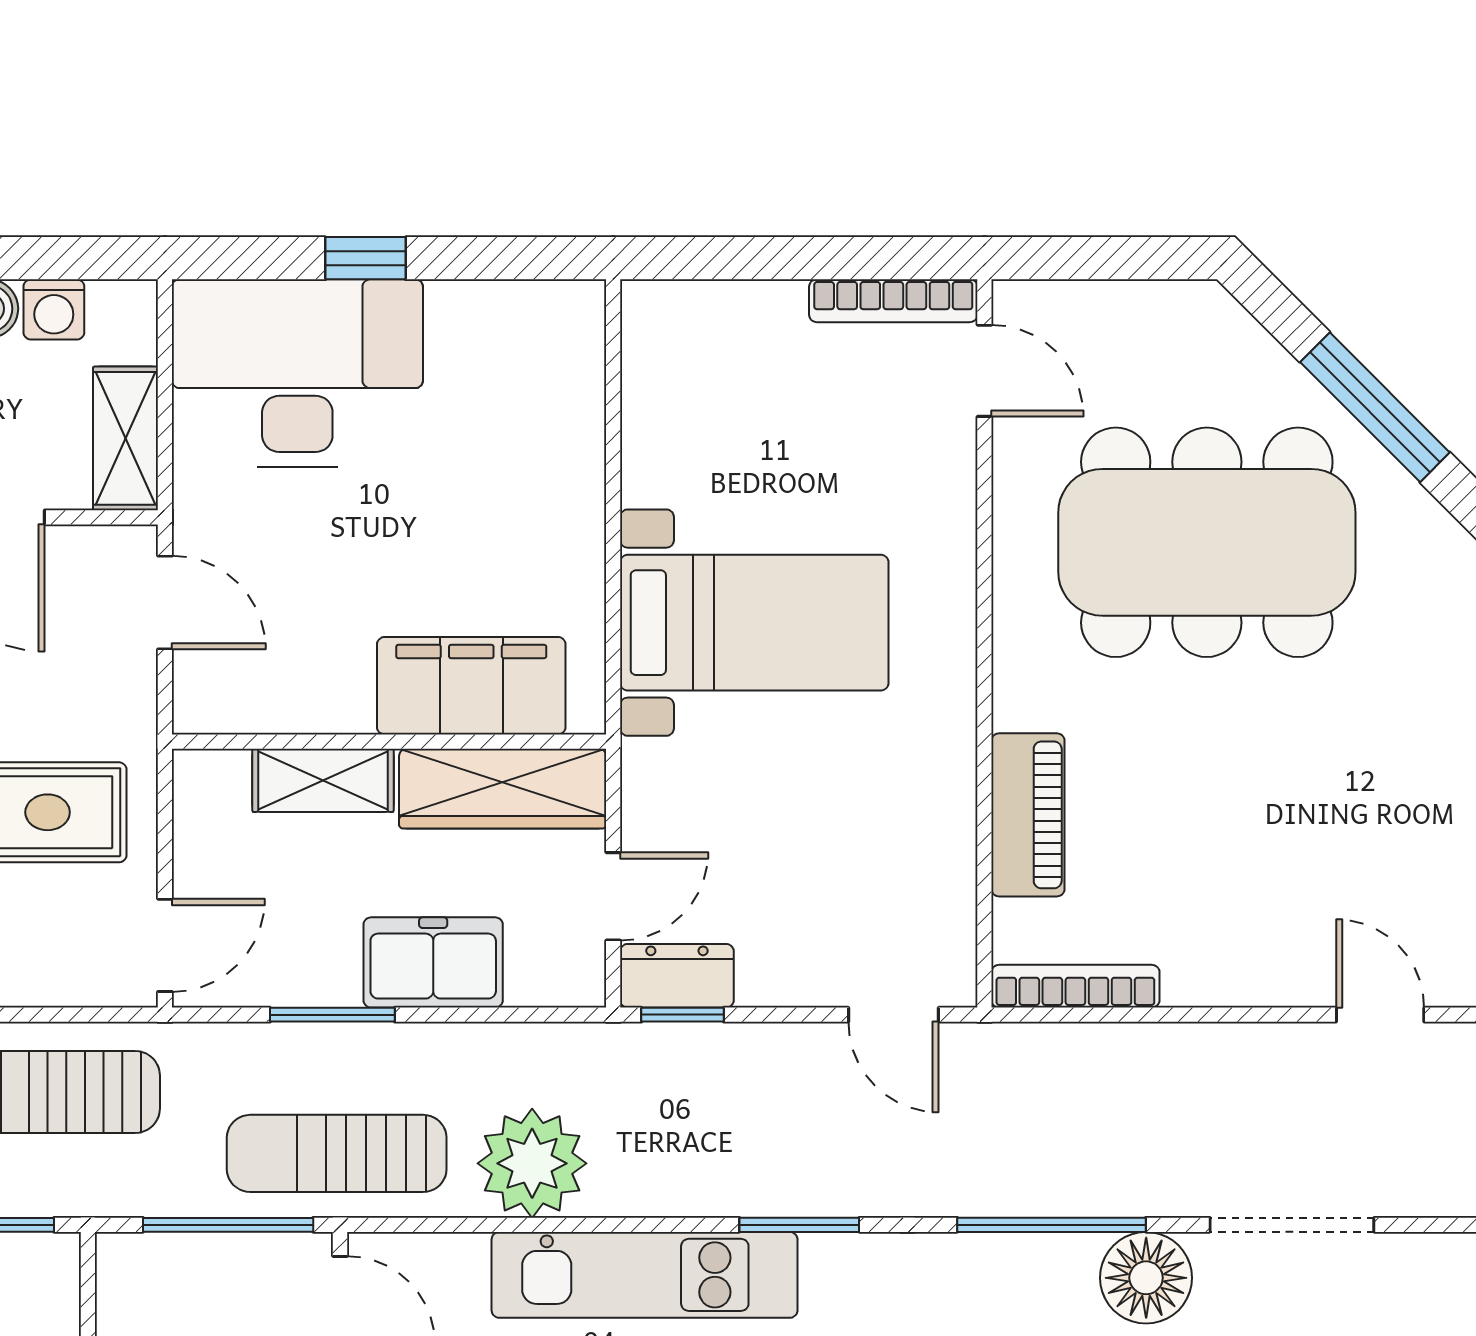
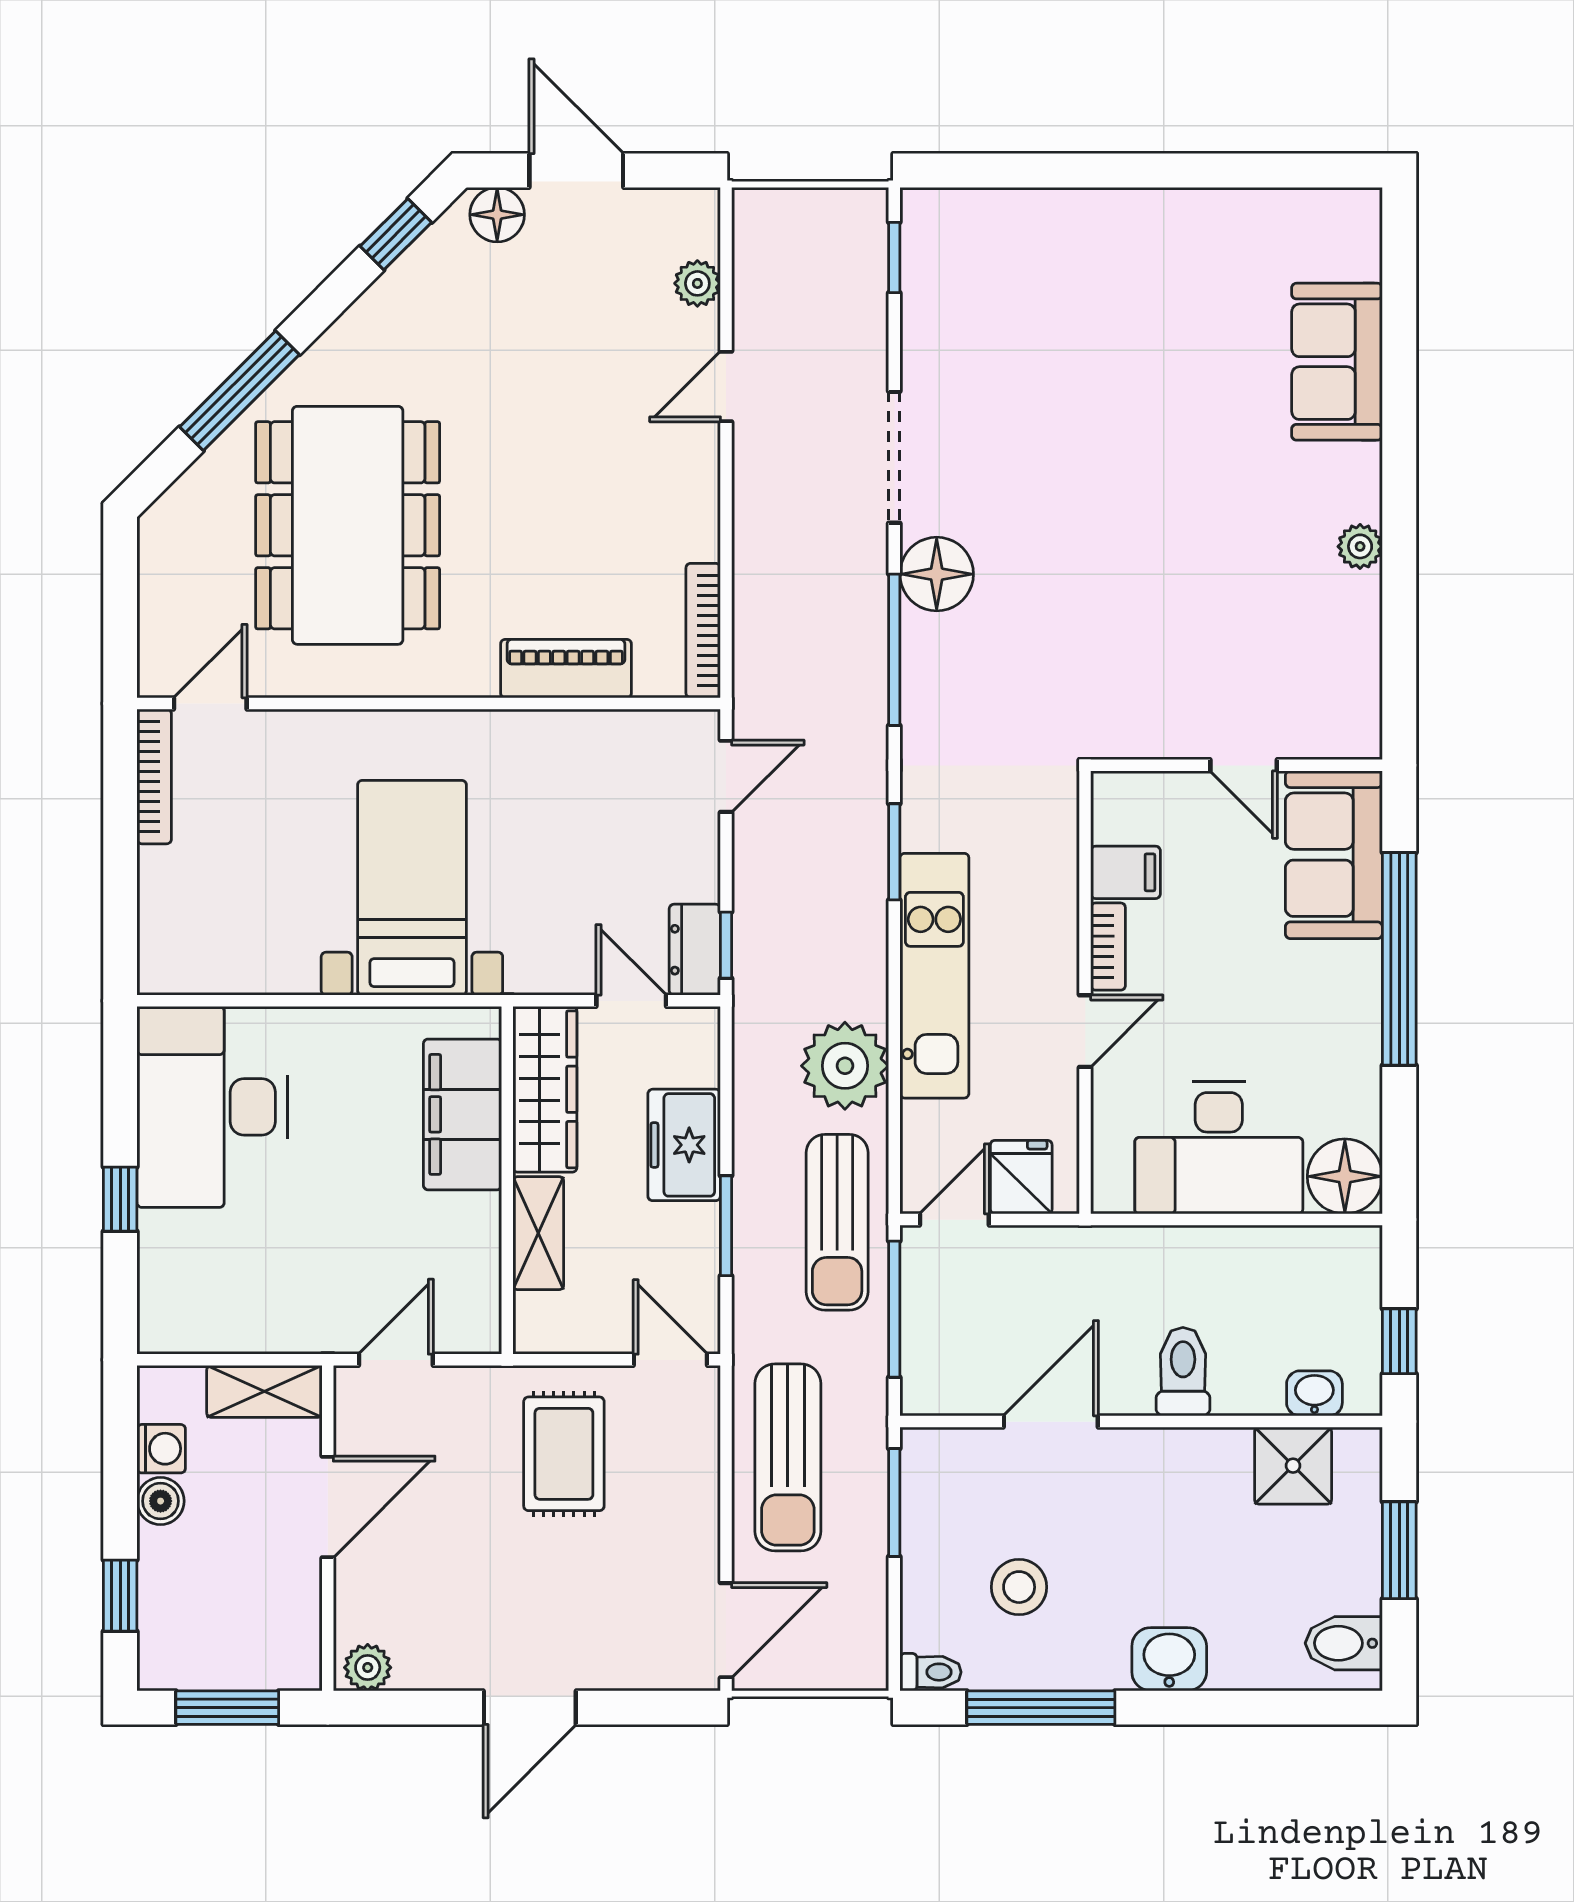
desk: (297, 373) -> (212, 1107), moved

